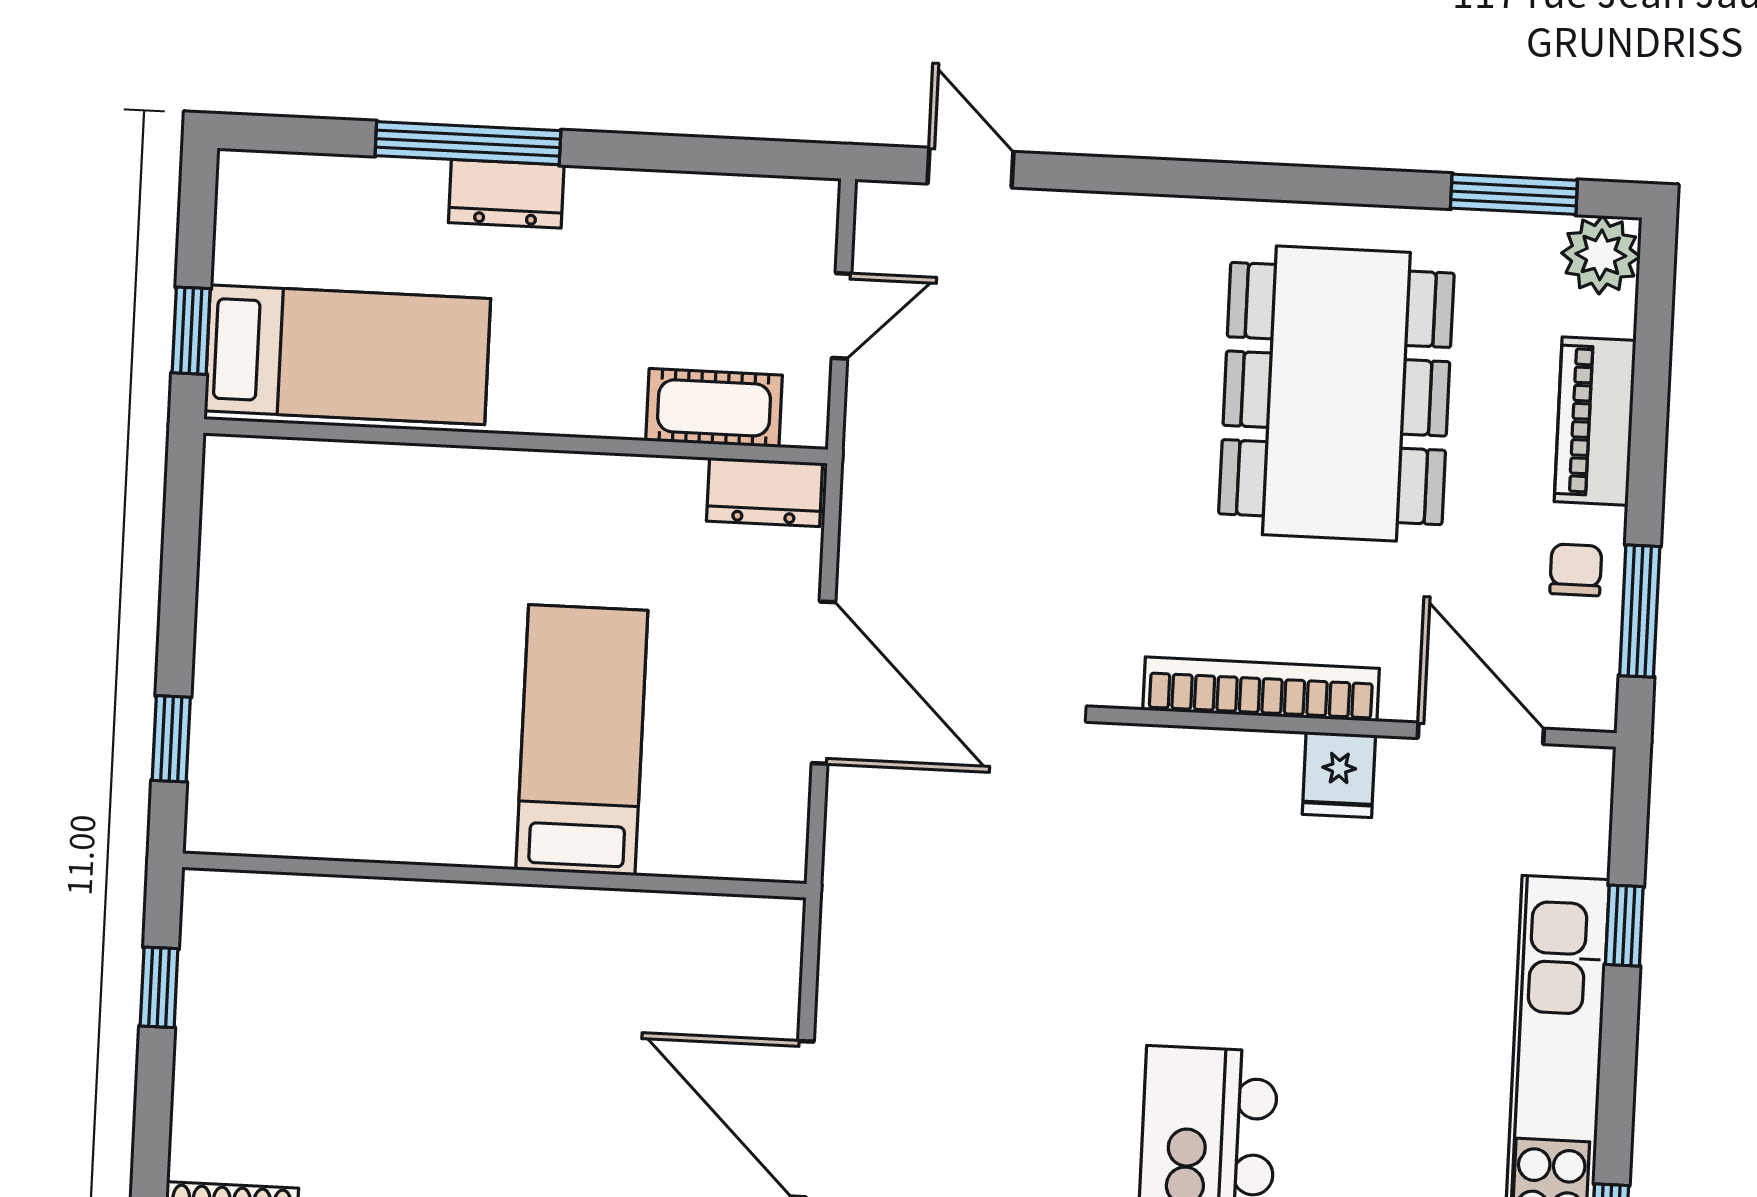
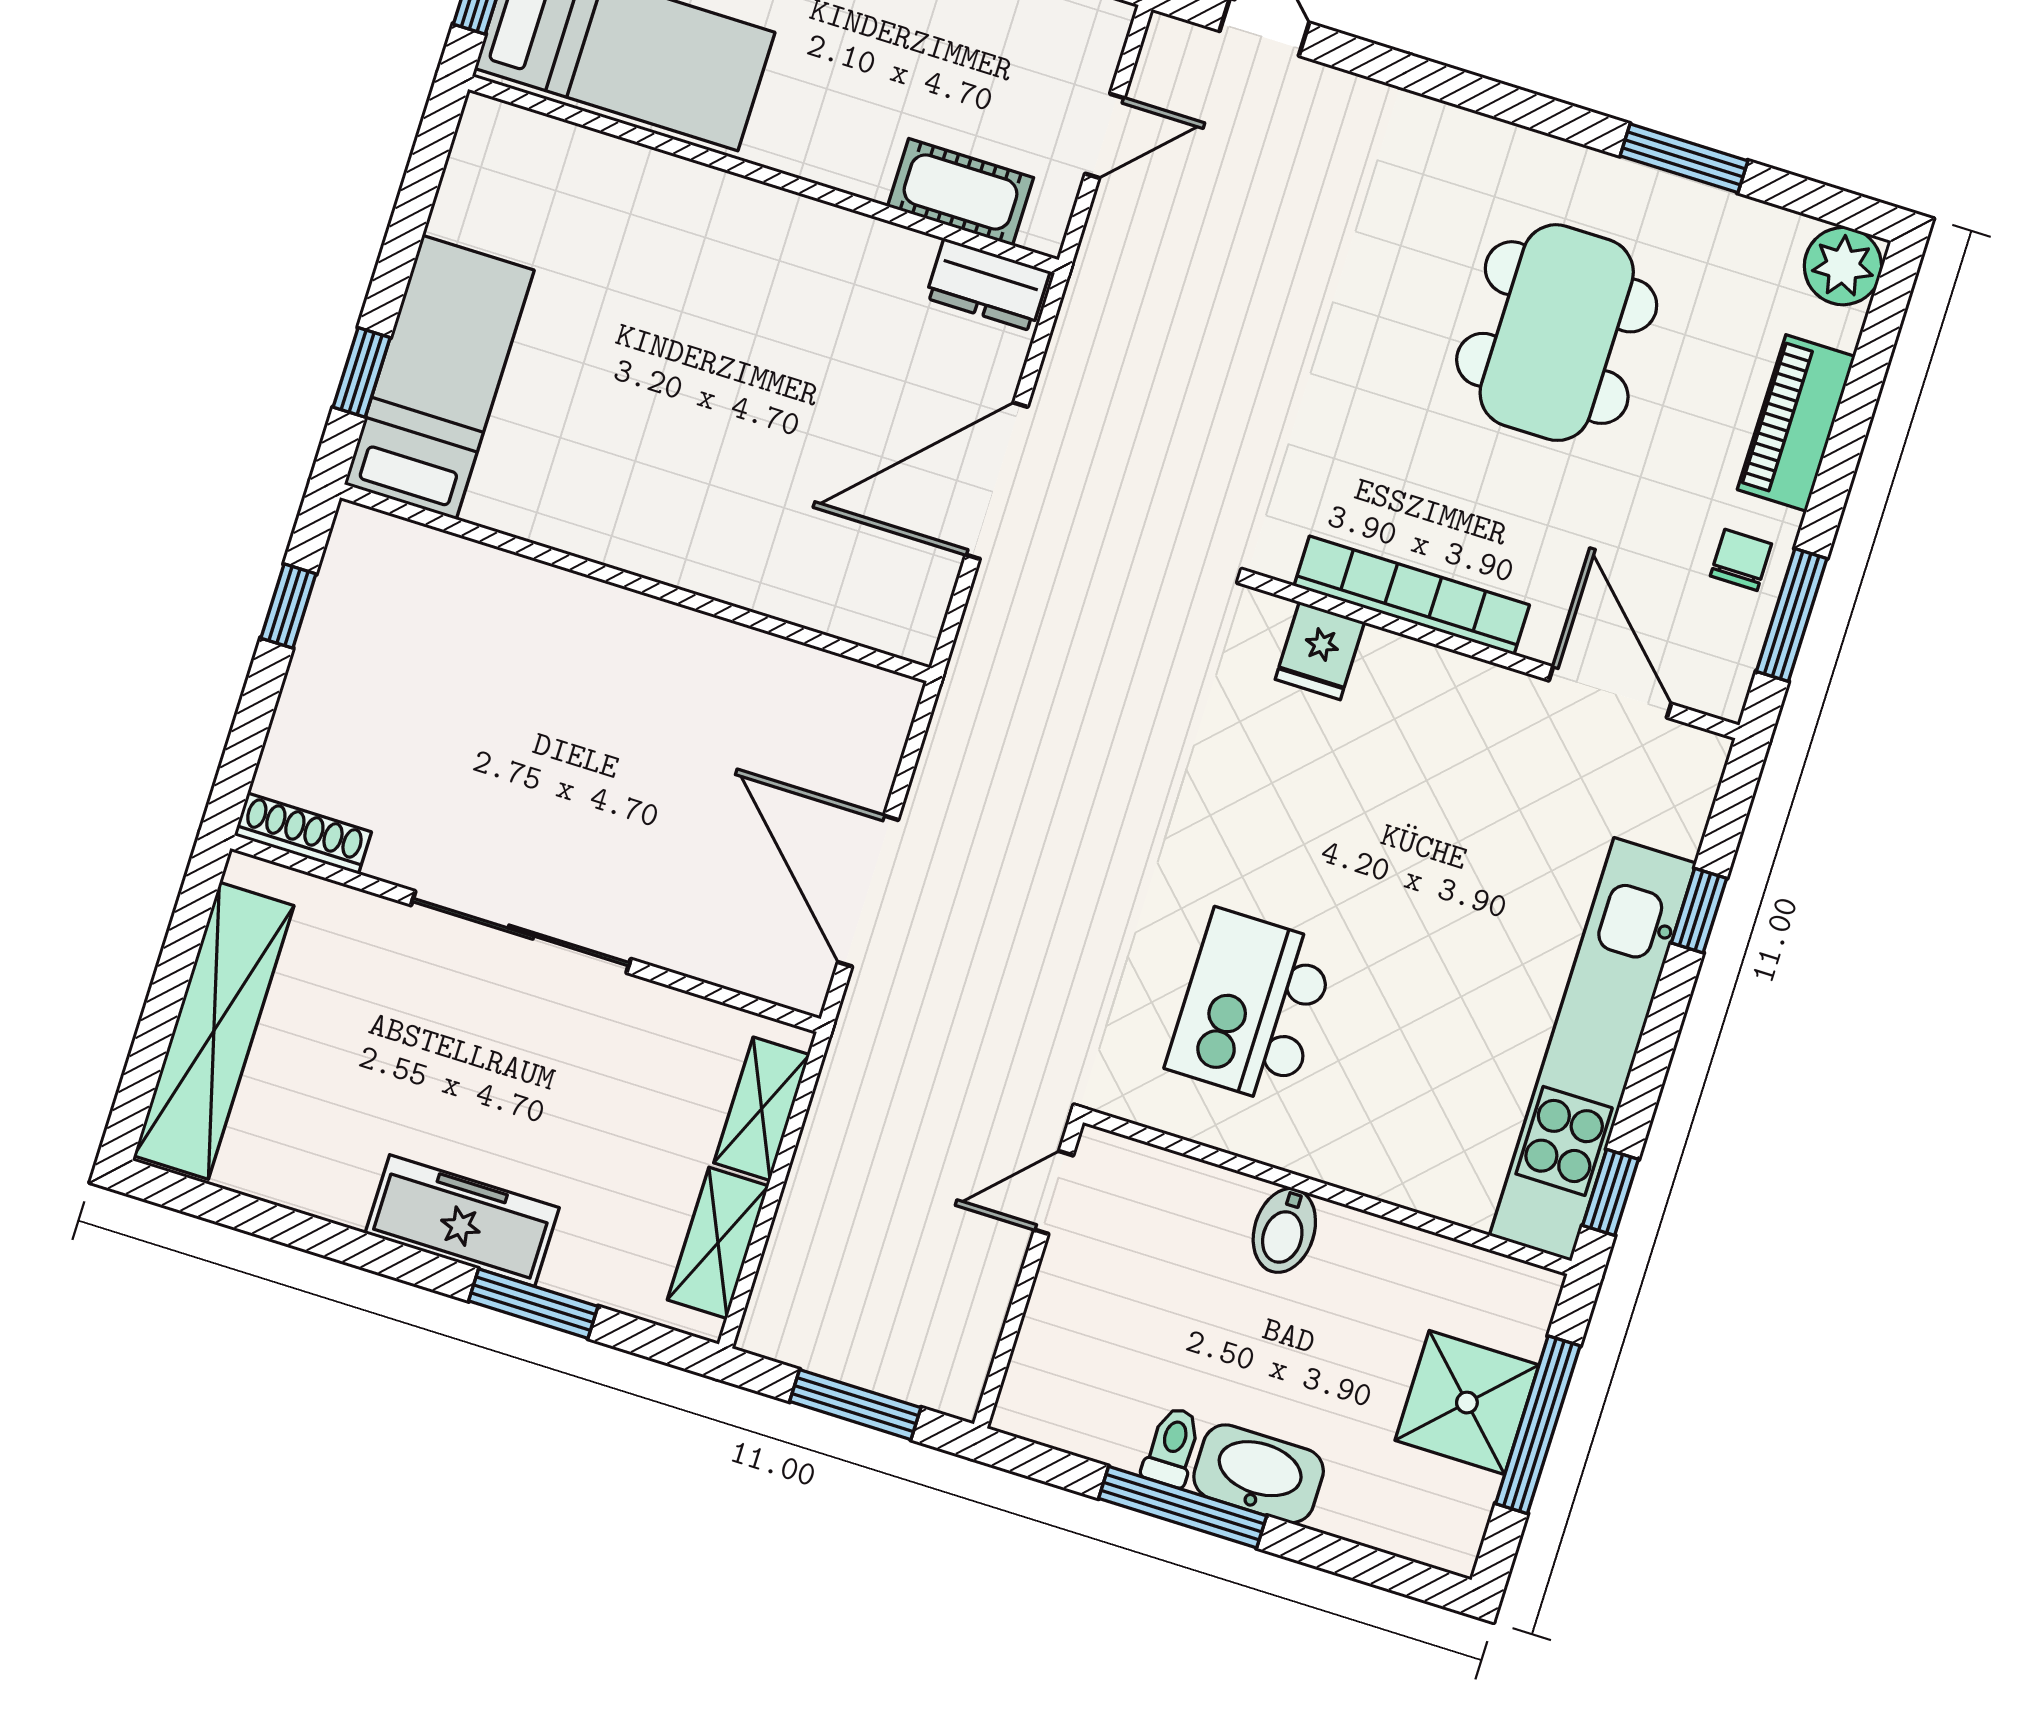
window: (1514, 194) -> (1684, 158), moved
dining table: (1336, 394) -> (1557, 333), width x0.73, depth x0.80
door: (823, 683) -> (997, 481), swing flipped
bed: (582, 740) -> (439, 377), moved
fridge: (1339, 775) -> (1320, 651), moved

